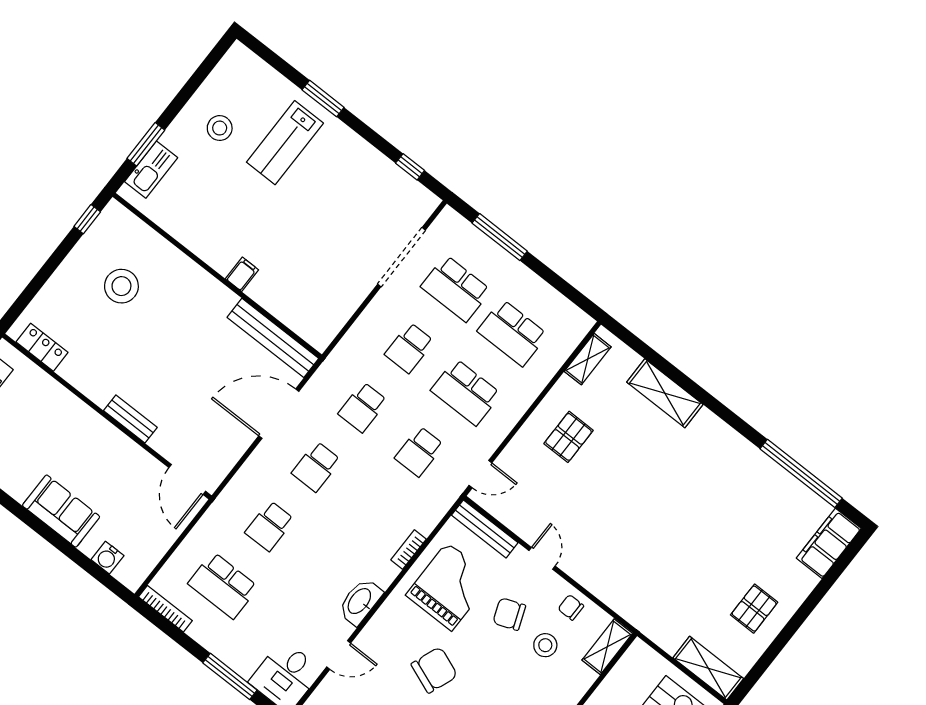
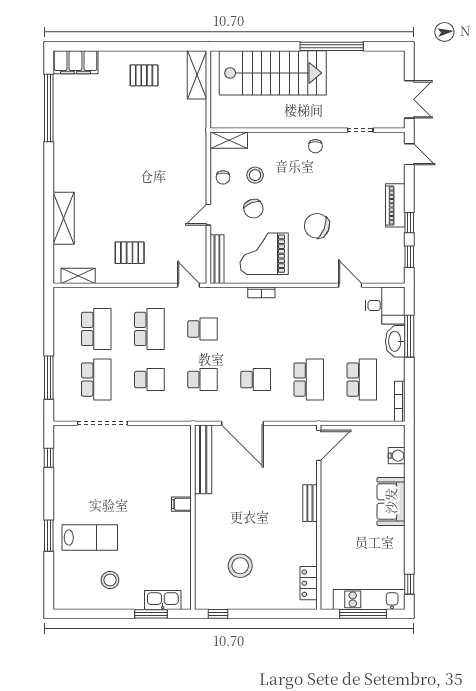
school desk: (270, 526) -> (309, 380), width x1.85
washbasin: (360, 602) -> (395, 341), moved, turned 90

